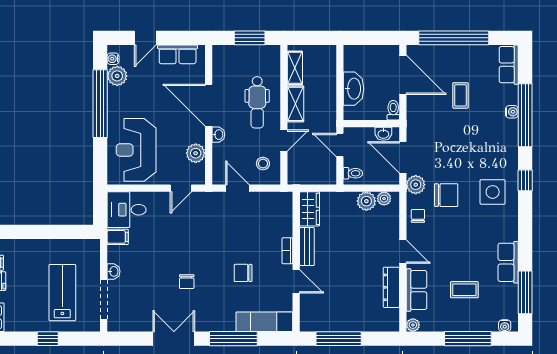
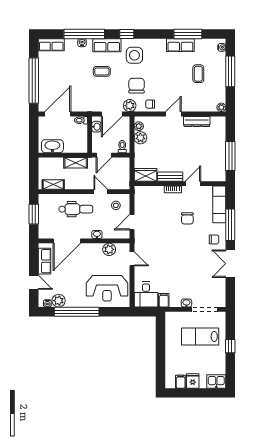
washbasin: (353, 89) -> (52, 146), moved
coffee table: (460, 95) -> (102, 71), moved
shelving: (295, 104) -> (76, 163), moved
door: (209, 105) -> (67, 241), moved
chair: (187, 282) -> (214, 239), moved
row of seats: (416, 290) -> (107, 45), moved, turned 180
window: (525, 292) -> (188, 34), moved

